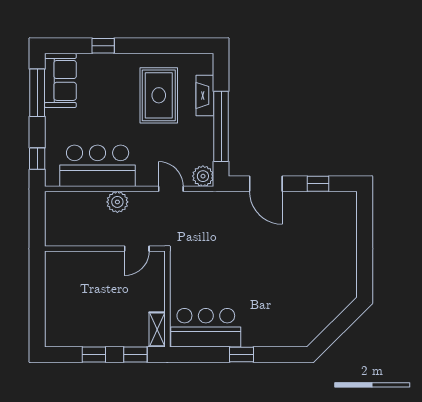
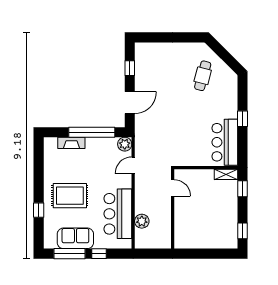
sofa: (60, 80) -> (75, 238), moved
rug: (159, 95) -> (70, 196), moved
window: (37, 159) -> (99, 254), moved
plant: (117, 202) -> (142, 221), moved
cafe table: (306, 294) -> (203, 76), added
window: (94, 355) -> (243, 231), moved

